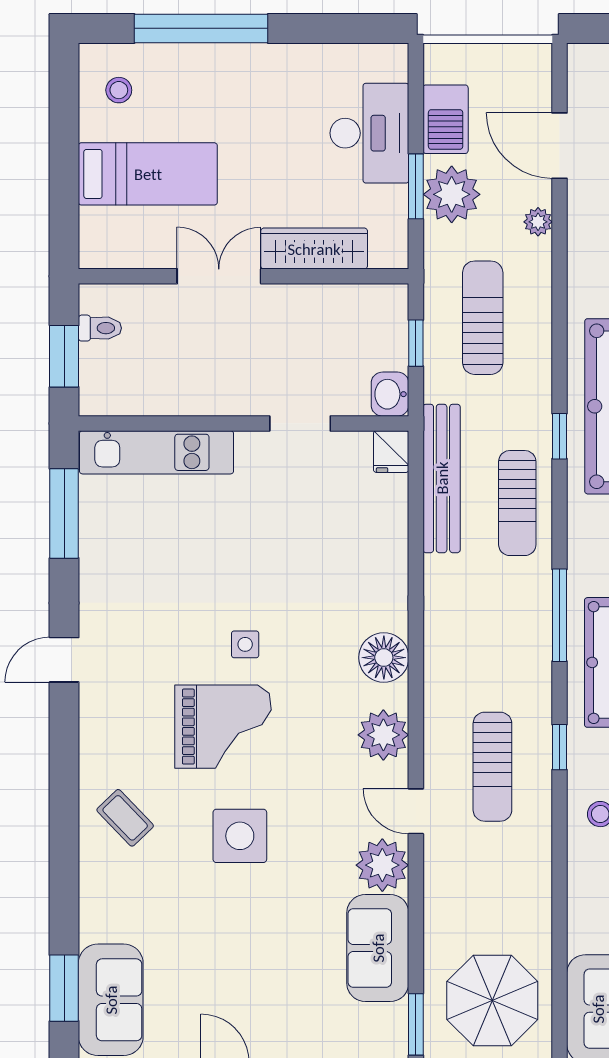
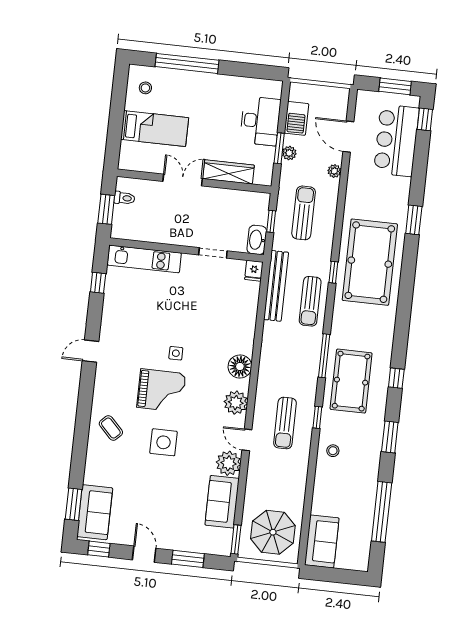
plant: (452, 194) -> (289, 153), width x0.53, depth x0.53
washbasin: (390, 394) -> (257, 240), width x1.38
window: (64, 514) -> (98, 283), width x0.46

